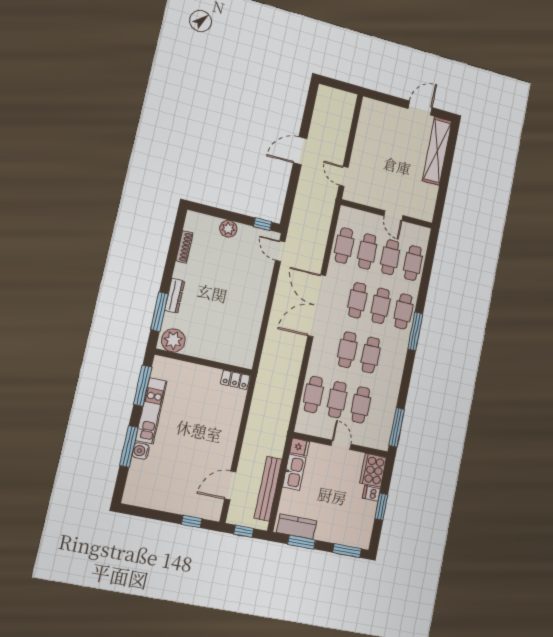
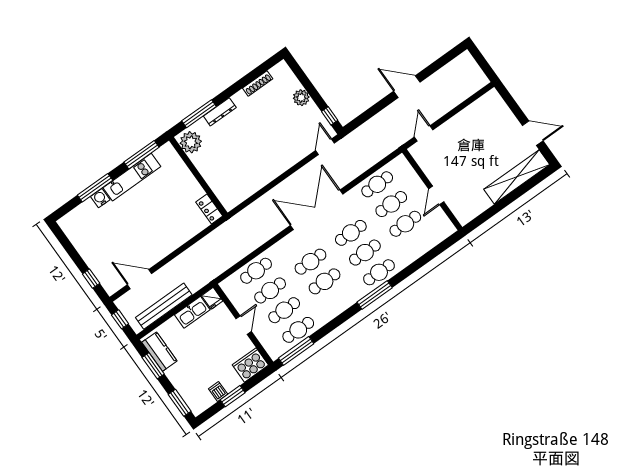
cafe table: (413, 263) -> (298, 330), moved
dishwasher: (371, 493) -> (218, 391), moved

